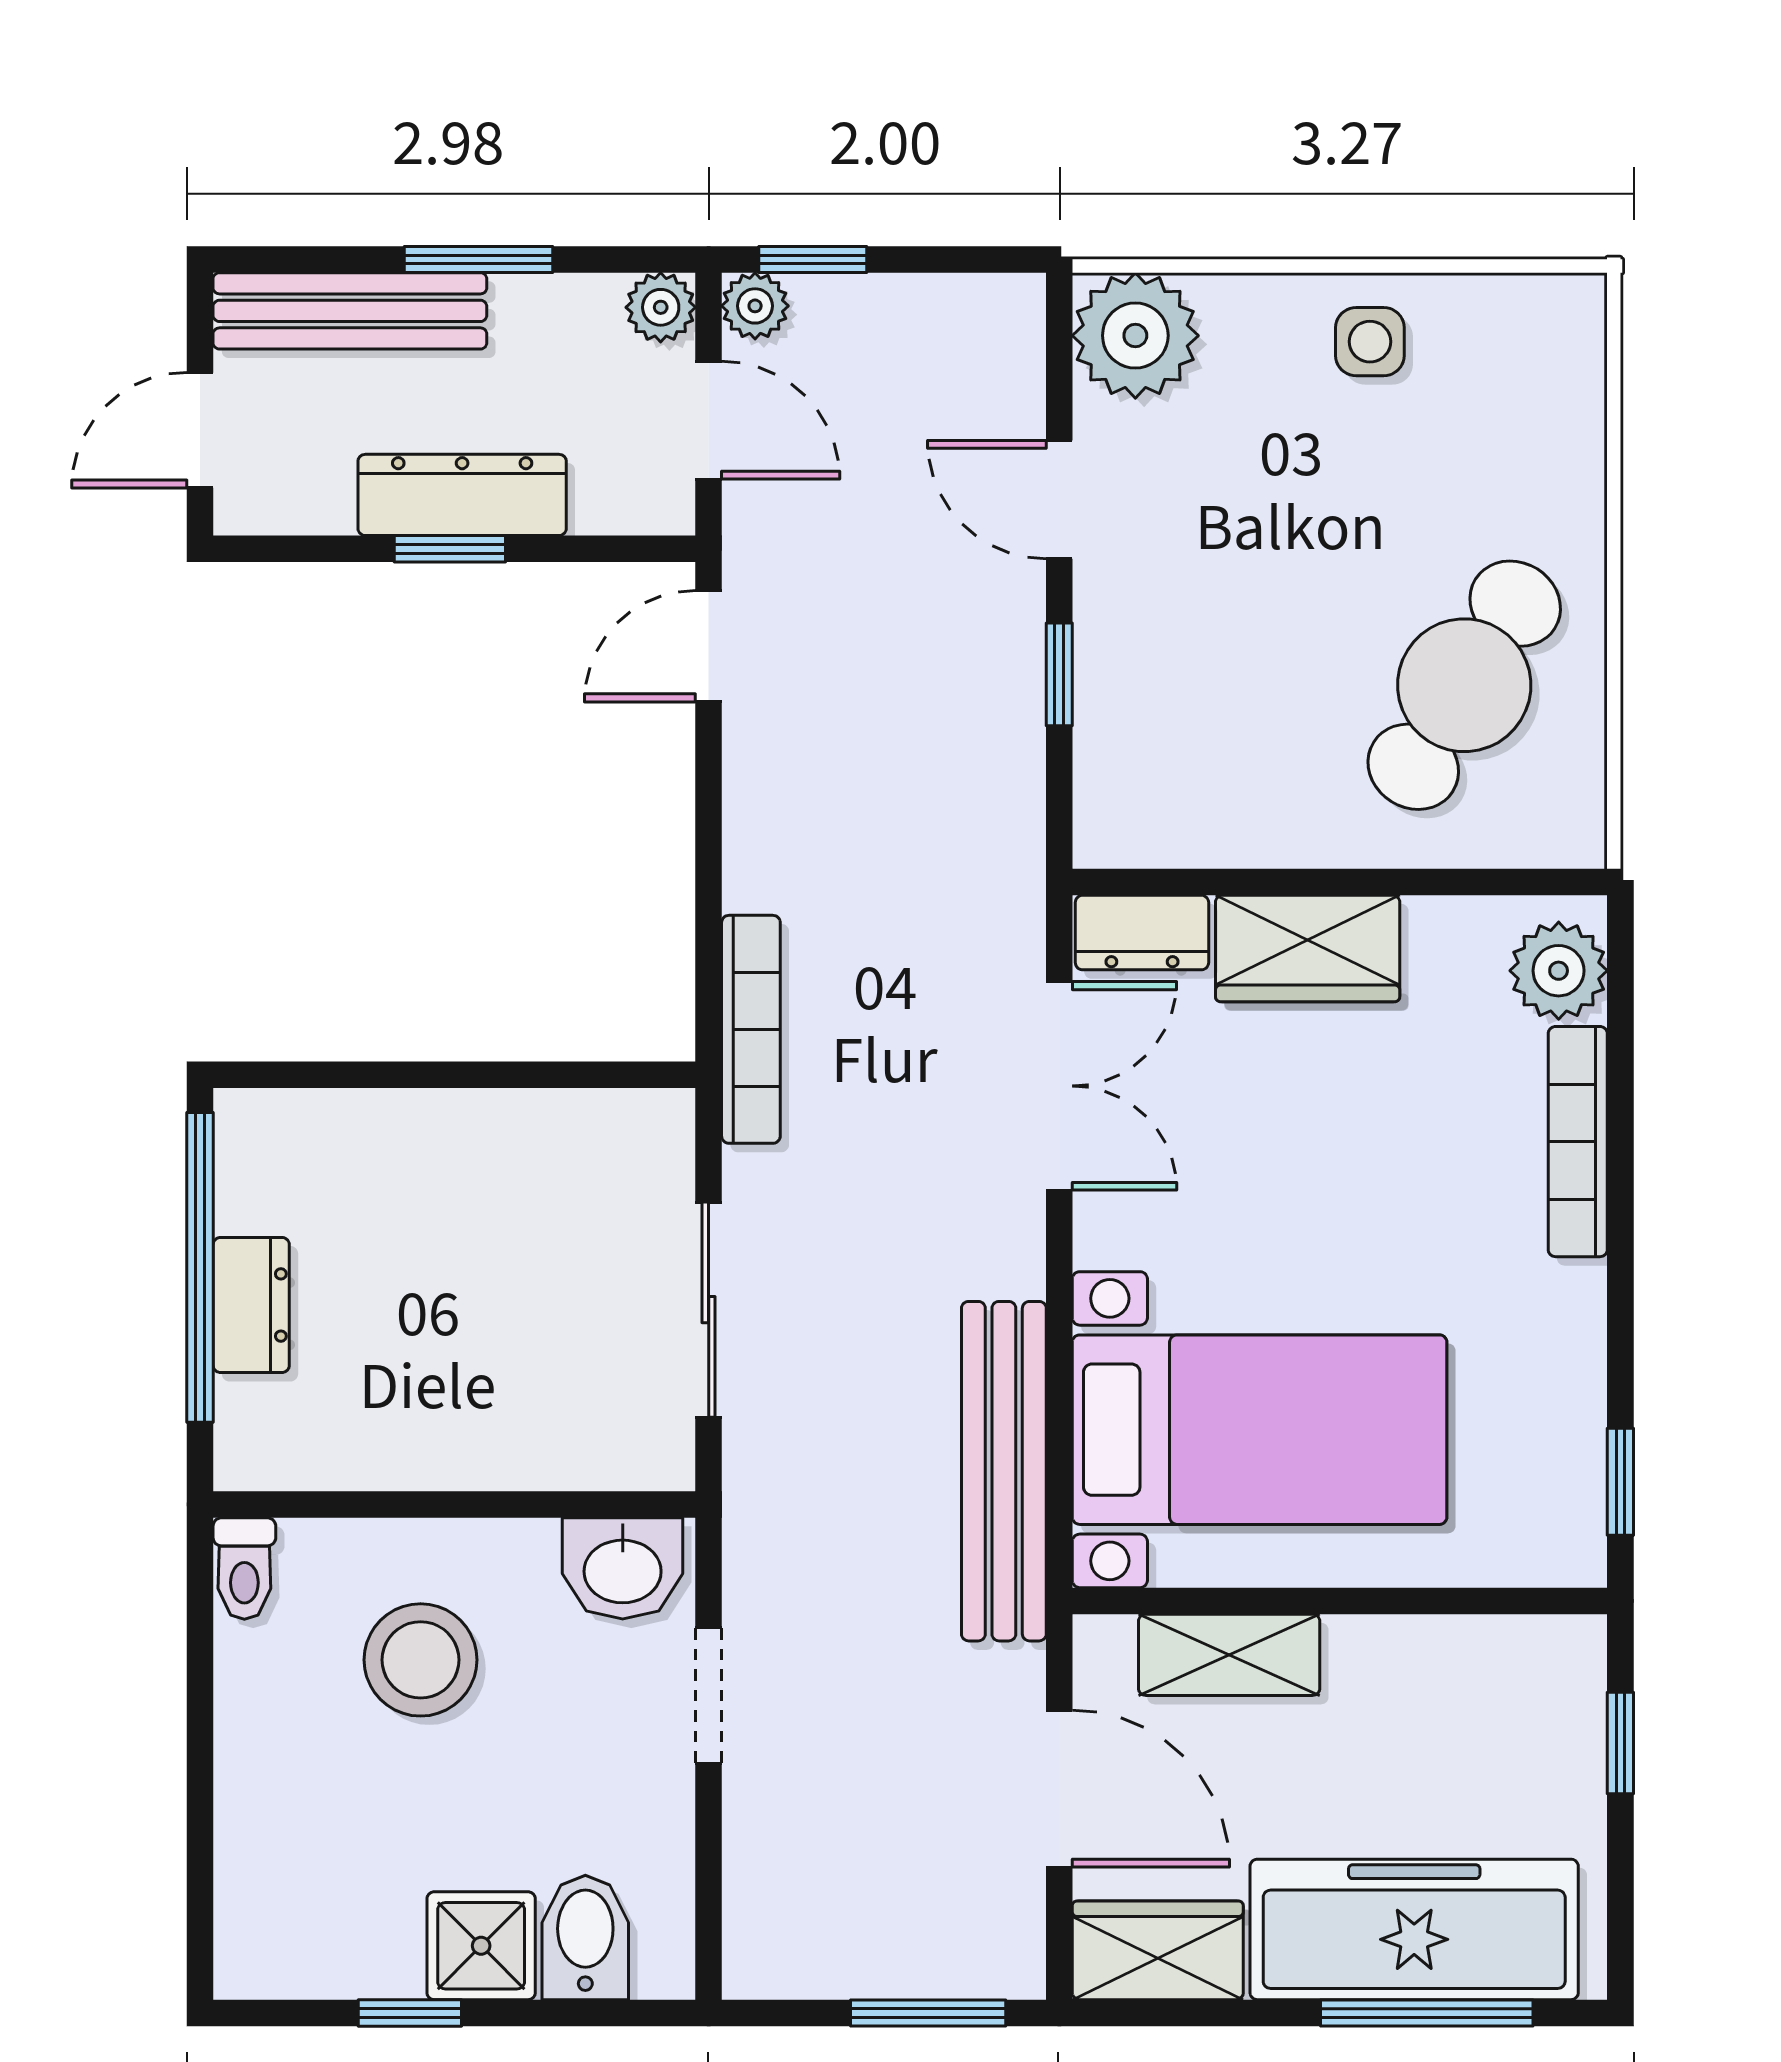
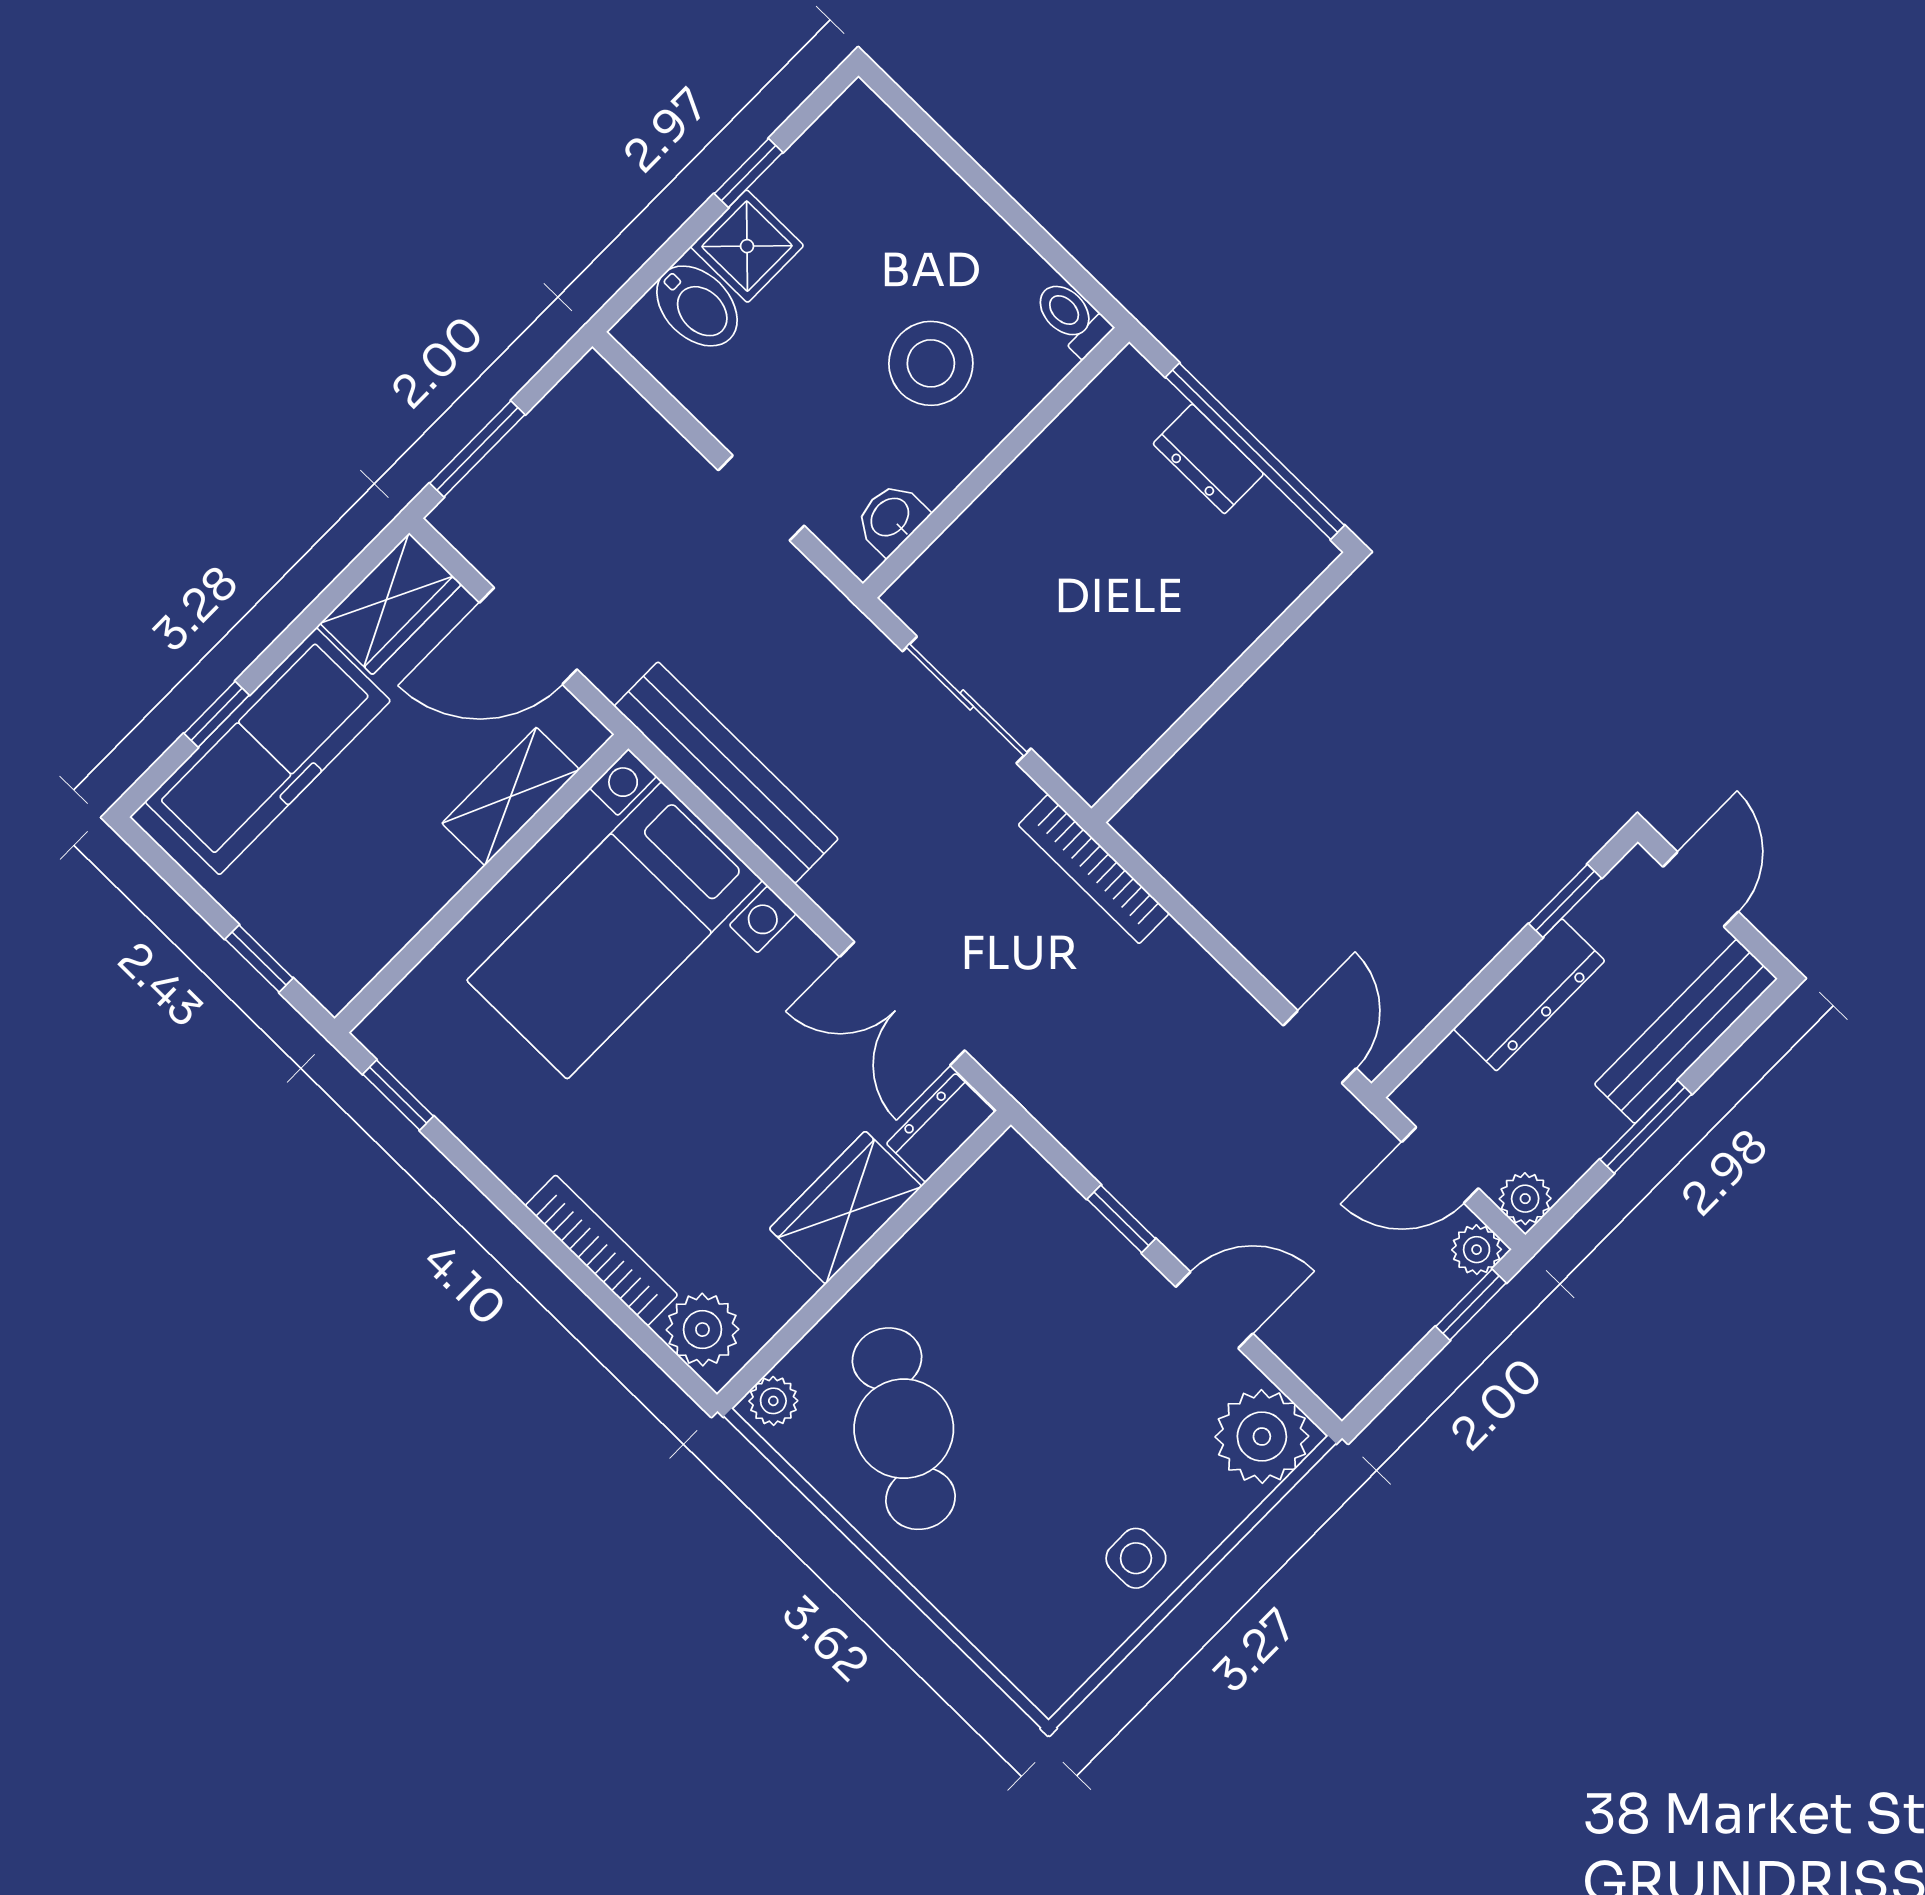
window: (450, 549) -> (1565, 901), moved
plant: (1560, 836) -> (773, 1401), added
washbasin: (623, 1568) -> (891, 518), width x0.72, depth x0.69
window: (1427, 2013) -> (217, 714), width x0.46

